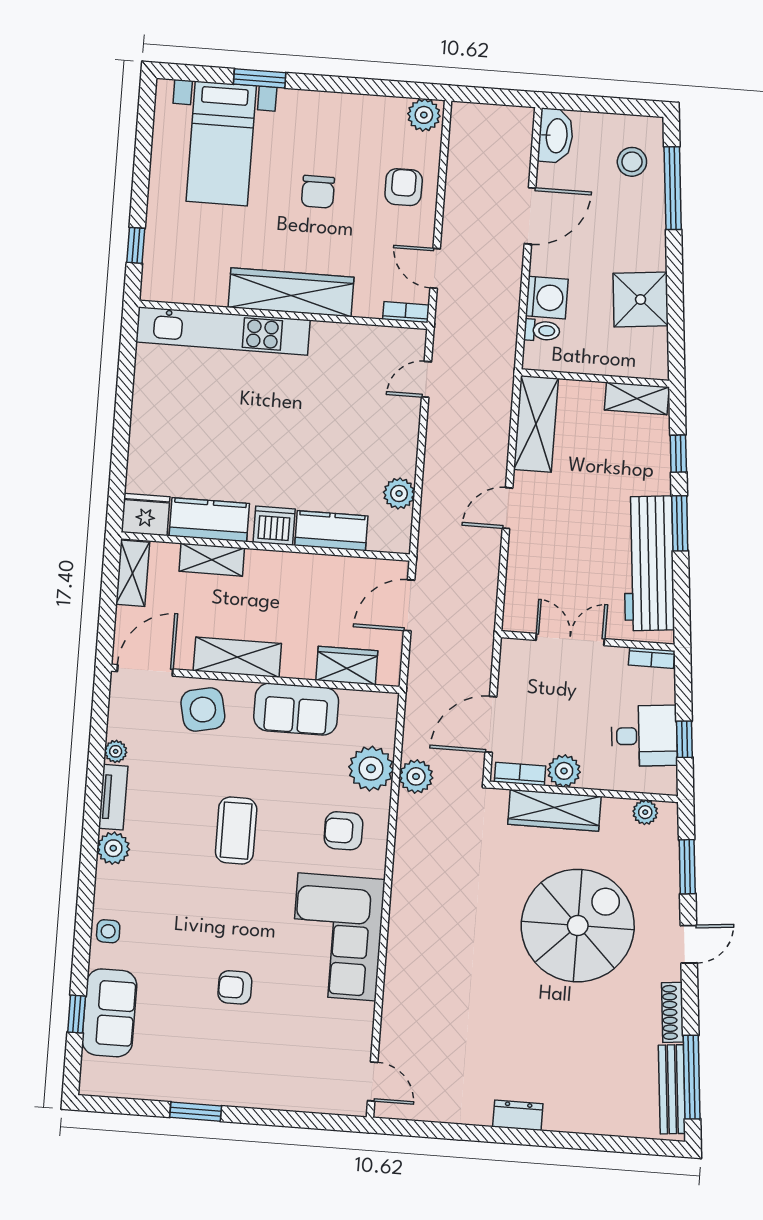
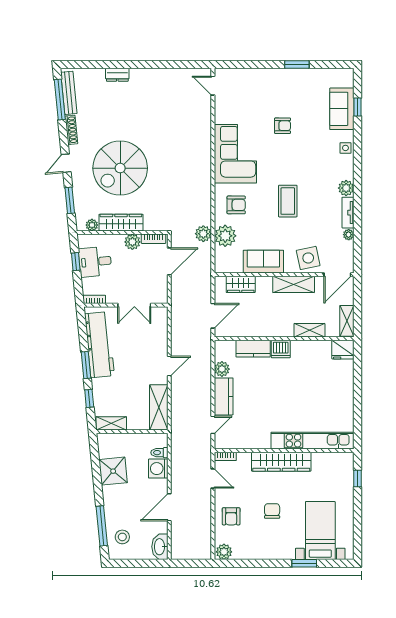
kitchen counter: (209, 520) -> (224, 396), moved, turned -90
wardrobe: (554, 810) -> (121, 223), moved
dresser: (518, 1115) -> (117, 75), moved

